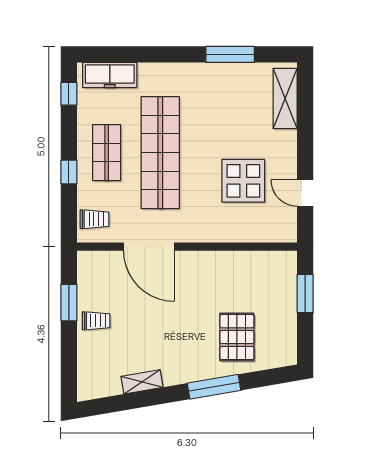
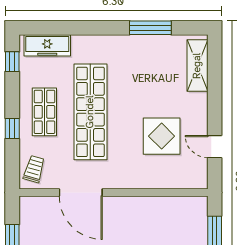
trolley: (94, 219) -> (34, 169), turned -74

